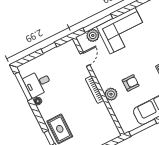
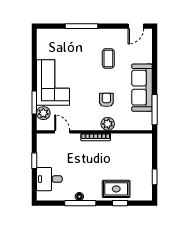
window: (98, 23) -> (34, 102), width x0.69
desk: (38, 83) -> (49, 179), moved, turned 90
window: (23, 86) -> (80, 203), moved

